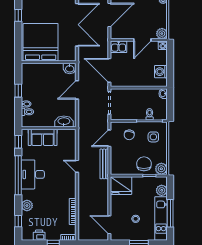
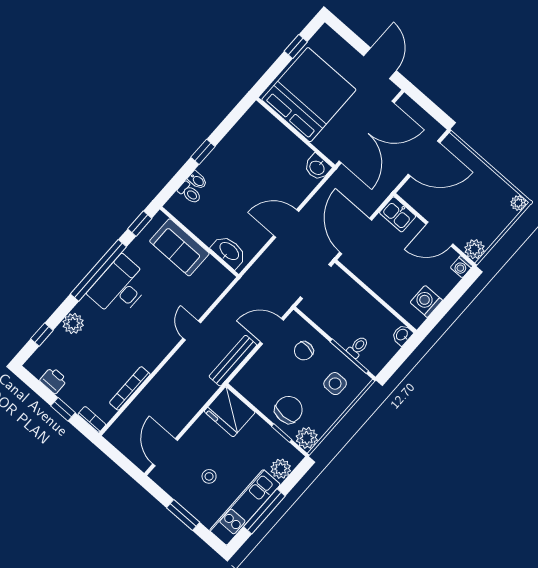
bed: (41, 42) -> (309, 95), moved
wall: (49, 62) -> (296, 133), moved
washbasin: (70, 69) -> (317, 167), moved

